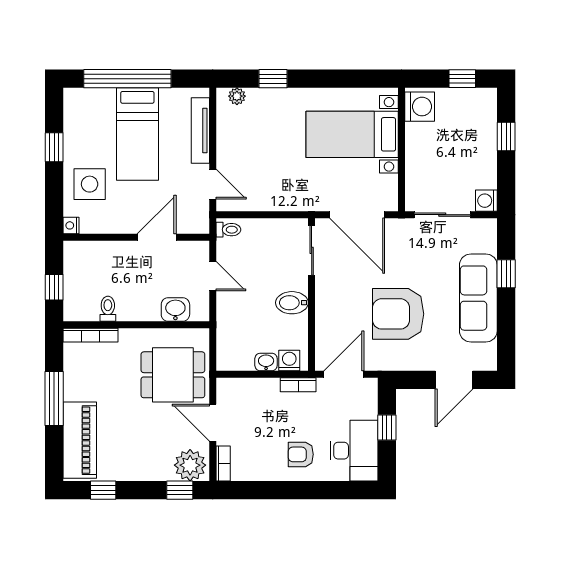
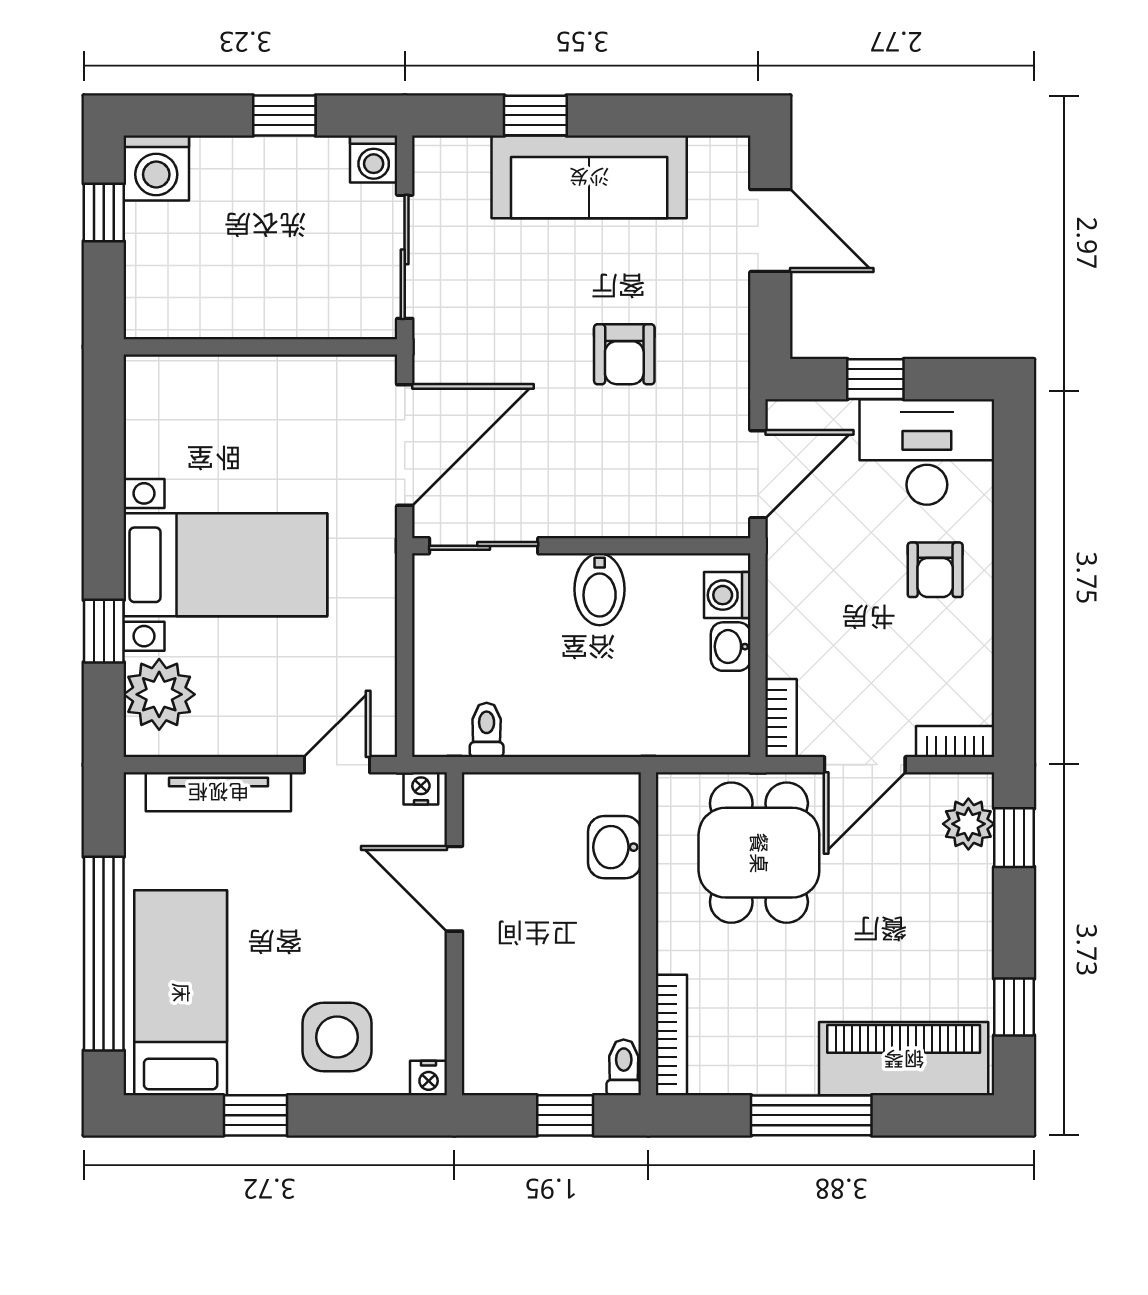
plant: (237, 96) -> (159, 694), width x1.87, depth x1.87
washing machine: (420, 107) -> (156, 168), moved, turned 180
bed: (137, 134) -> (181, 993), moved, turned -90
bed with nightstands: (352, 134) -> (225, 565), moved, turned -90
window: (506, 137) -> (284, 115), moved
nightstand: (202, 222) -> (421, 788), added
toilet: (228, 230) -> (487, 730), moved
door: (213, 276) -> (541, 765), removed
toilet: (108, 309) -> (624, 1067), moved, turned 90
armchair: (398, 314) -> (624, 354), width x0.53, depth x0.53
door: (344, 374) -> (758, 474), swing flipped
bookcase: (298, 385) -> (781, 718), moved
plant: (190, 465) -> (968, 824), width x0.73, depth x0.73

